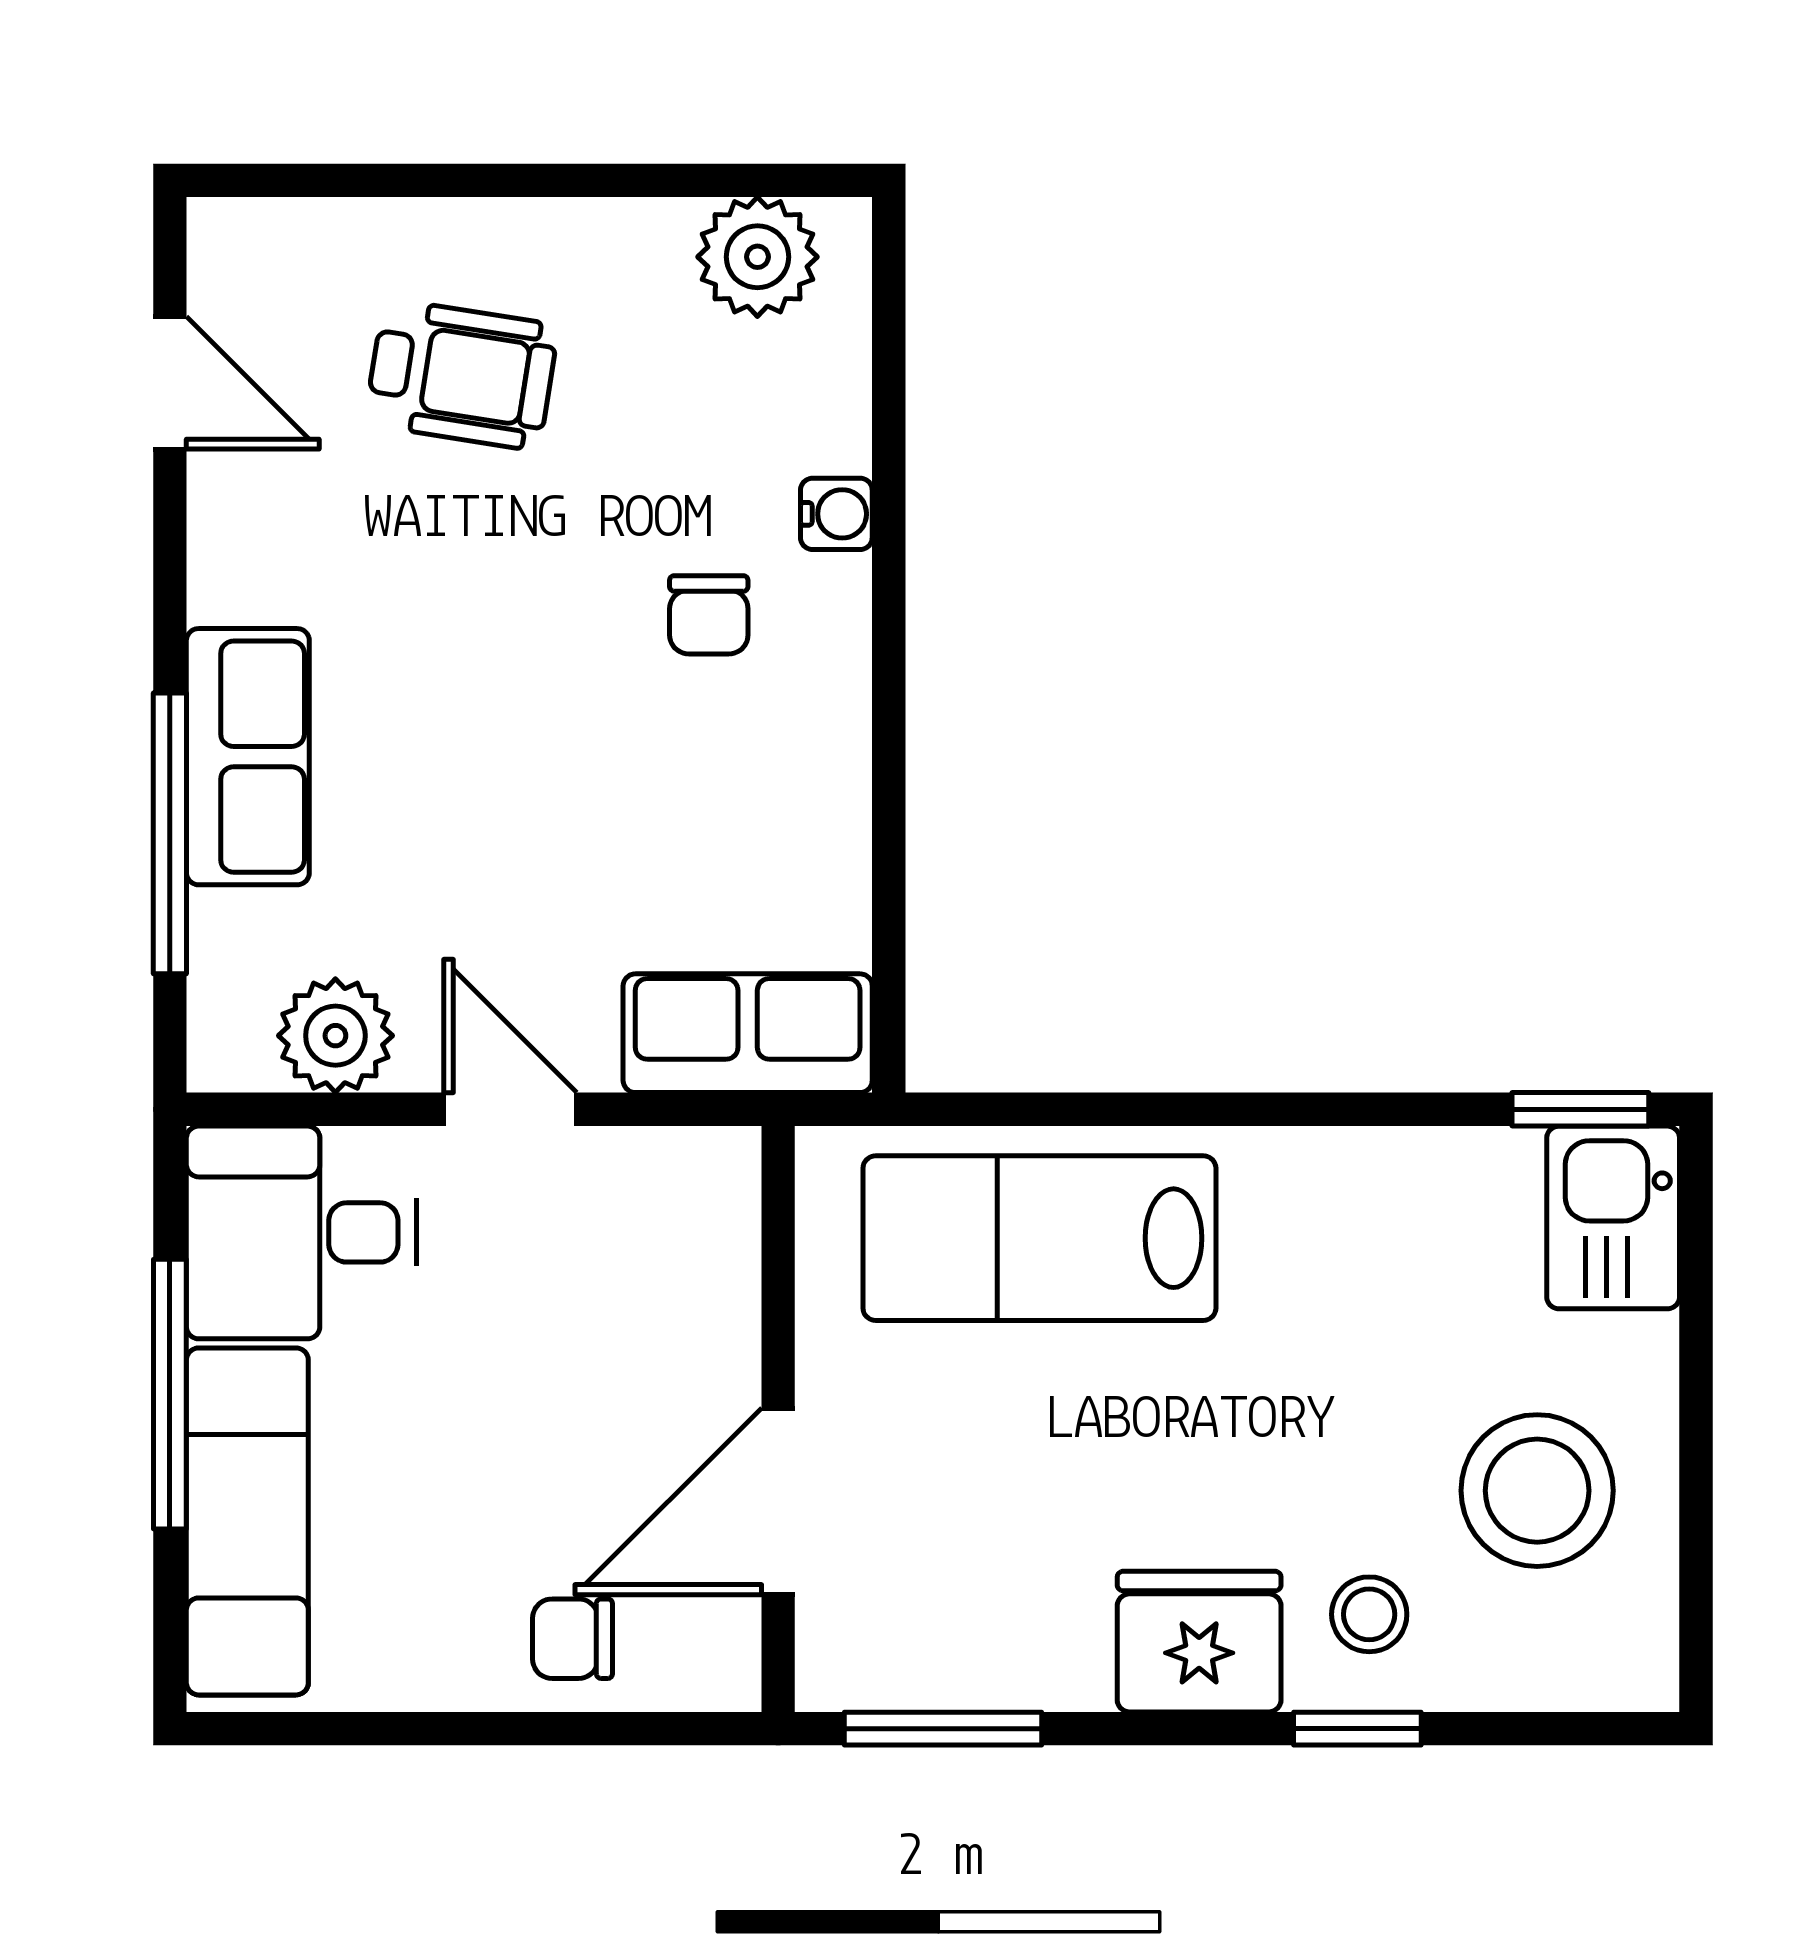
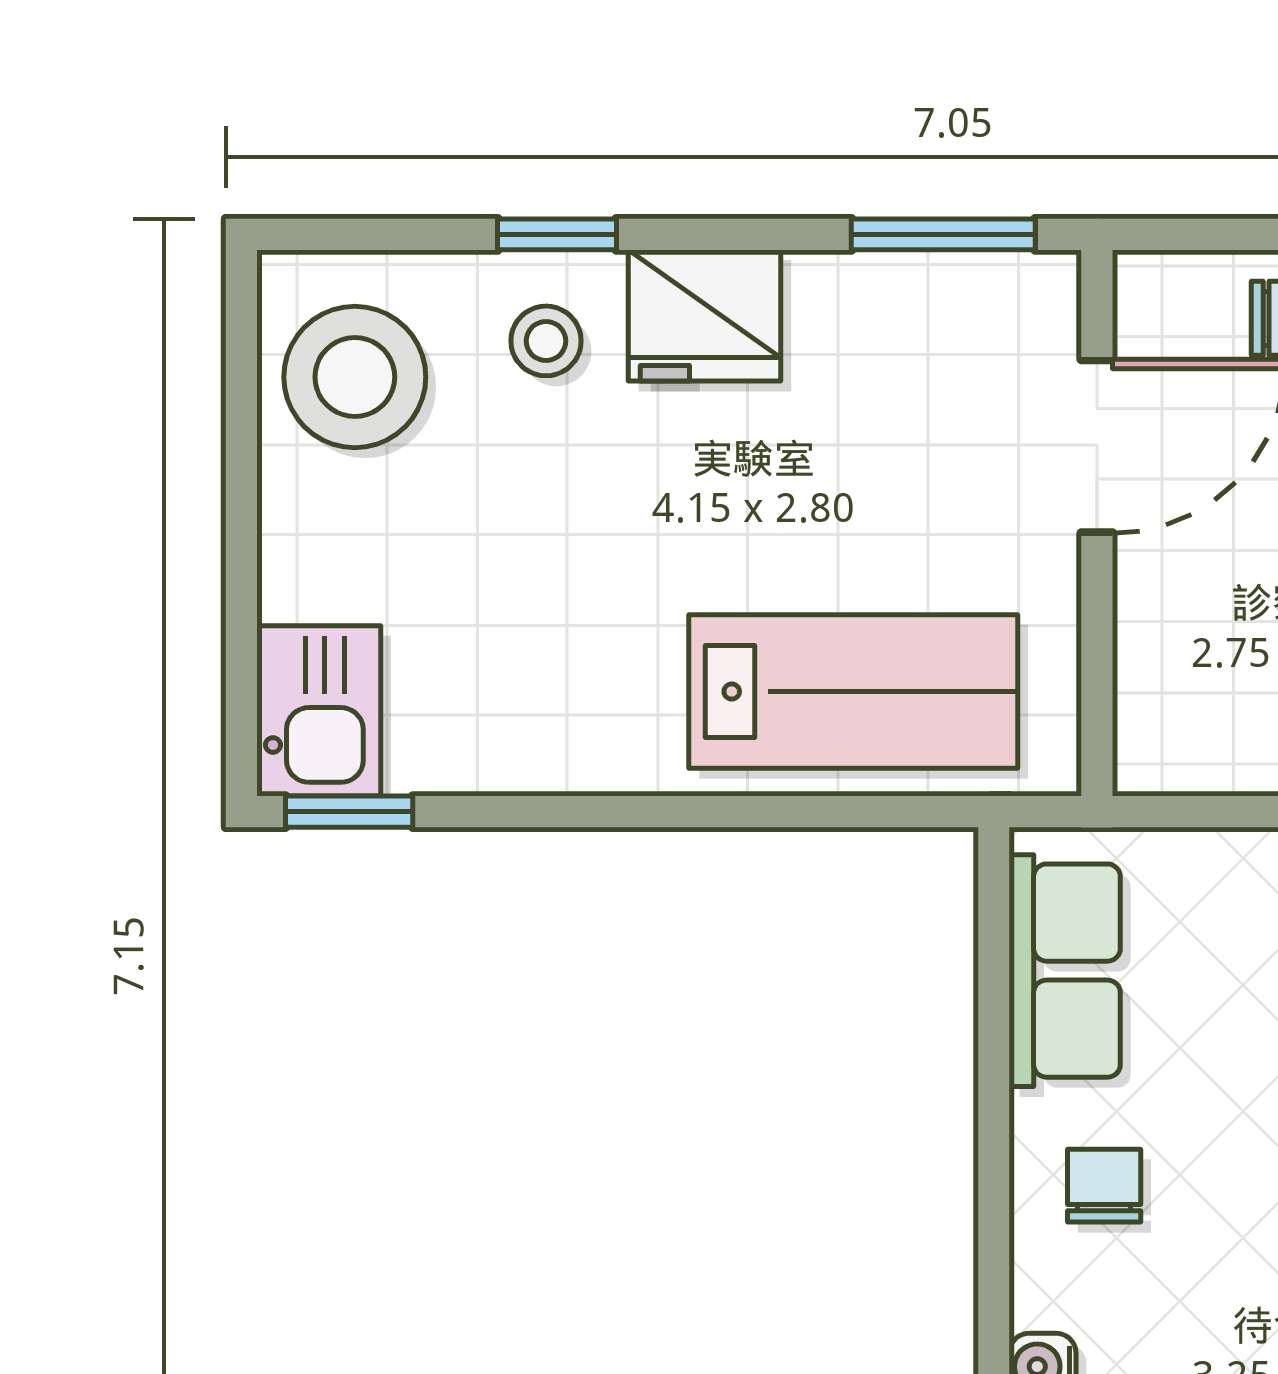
chair: (709, 615) -> (1104, 1186), moved
row of seats: (748, 1033) -> (1065, 971), moved, turned -90
stool: (1537, 1491) -> (355, 377), moved

